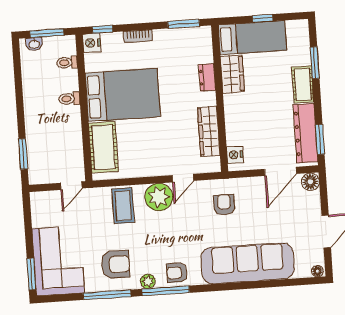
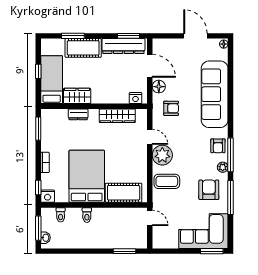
cot: (303, 84) -> (83, 48), width x1.37, depth x1.34
floor lamp: (310, 182) -> (159, 87), moved
armchair: (224, 205) -> (171, 108), turned 180

